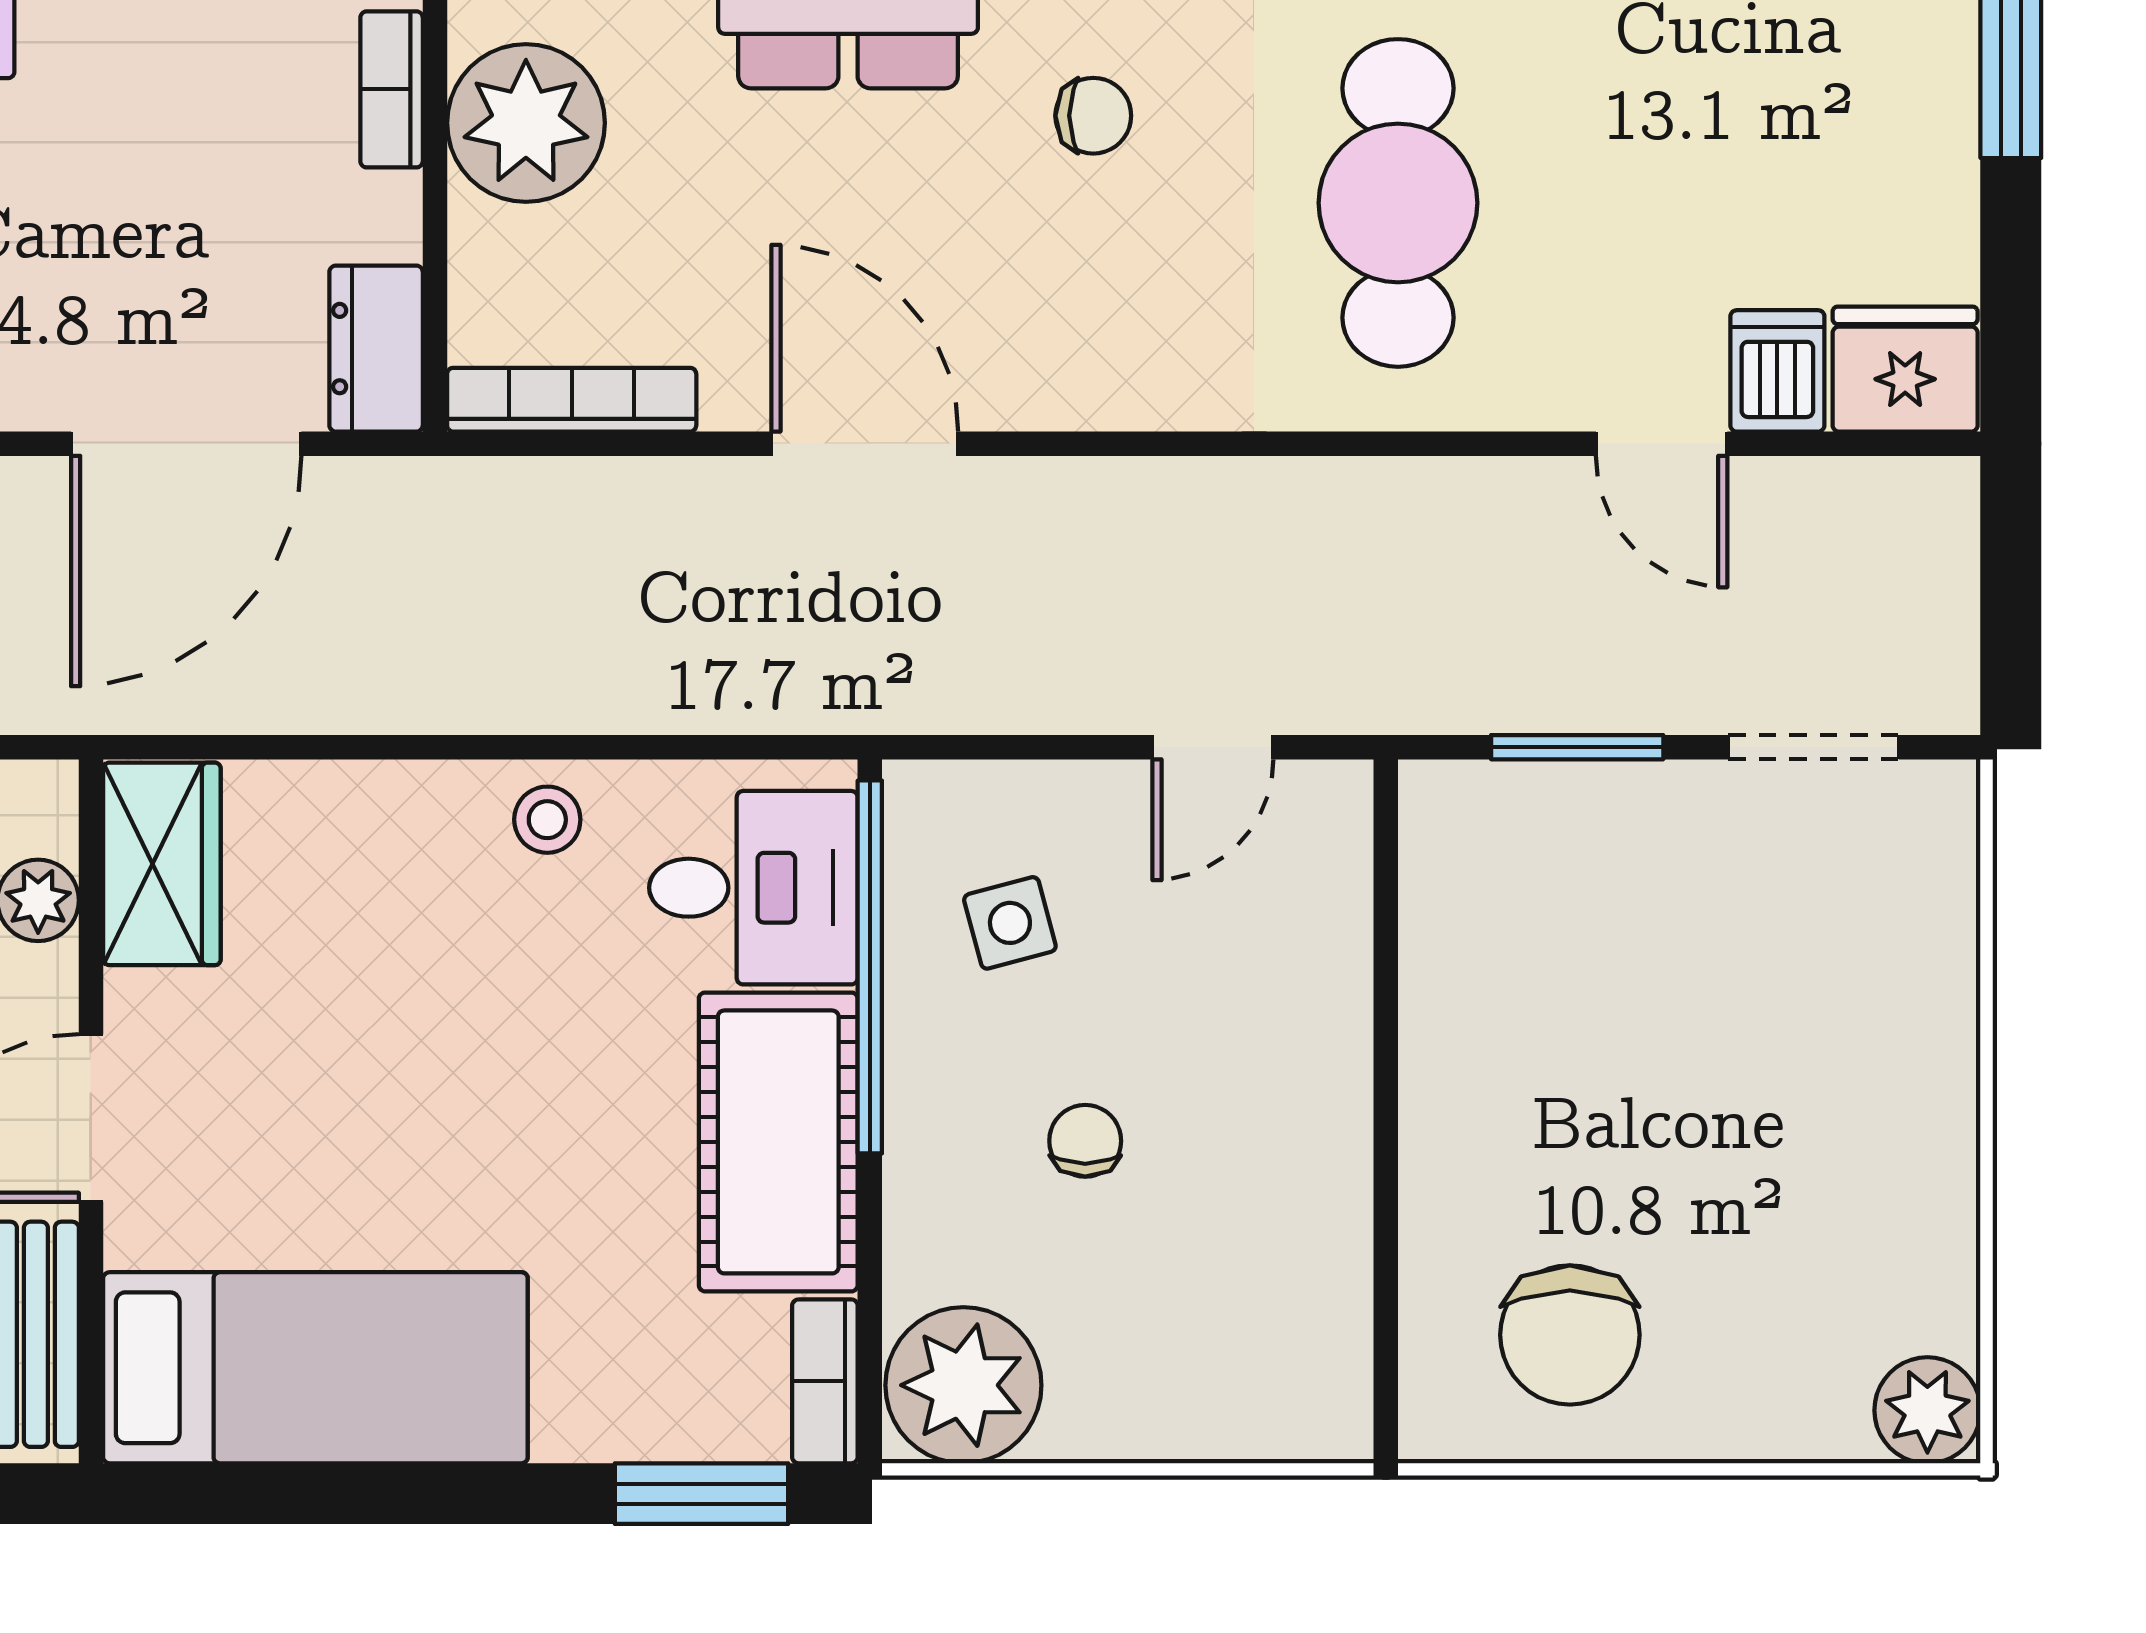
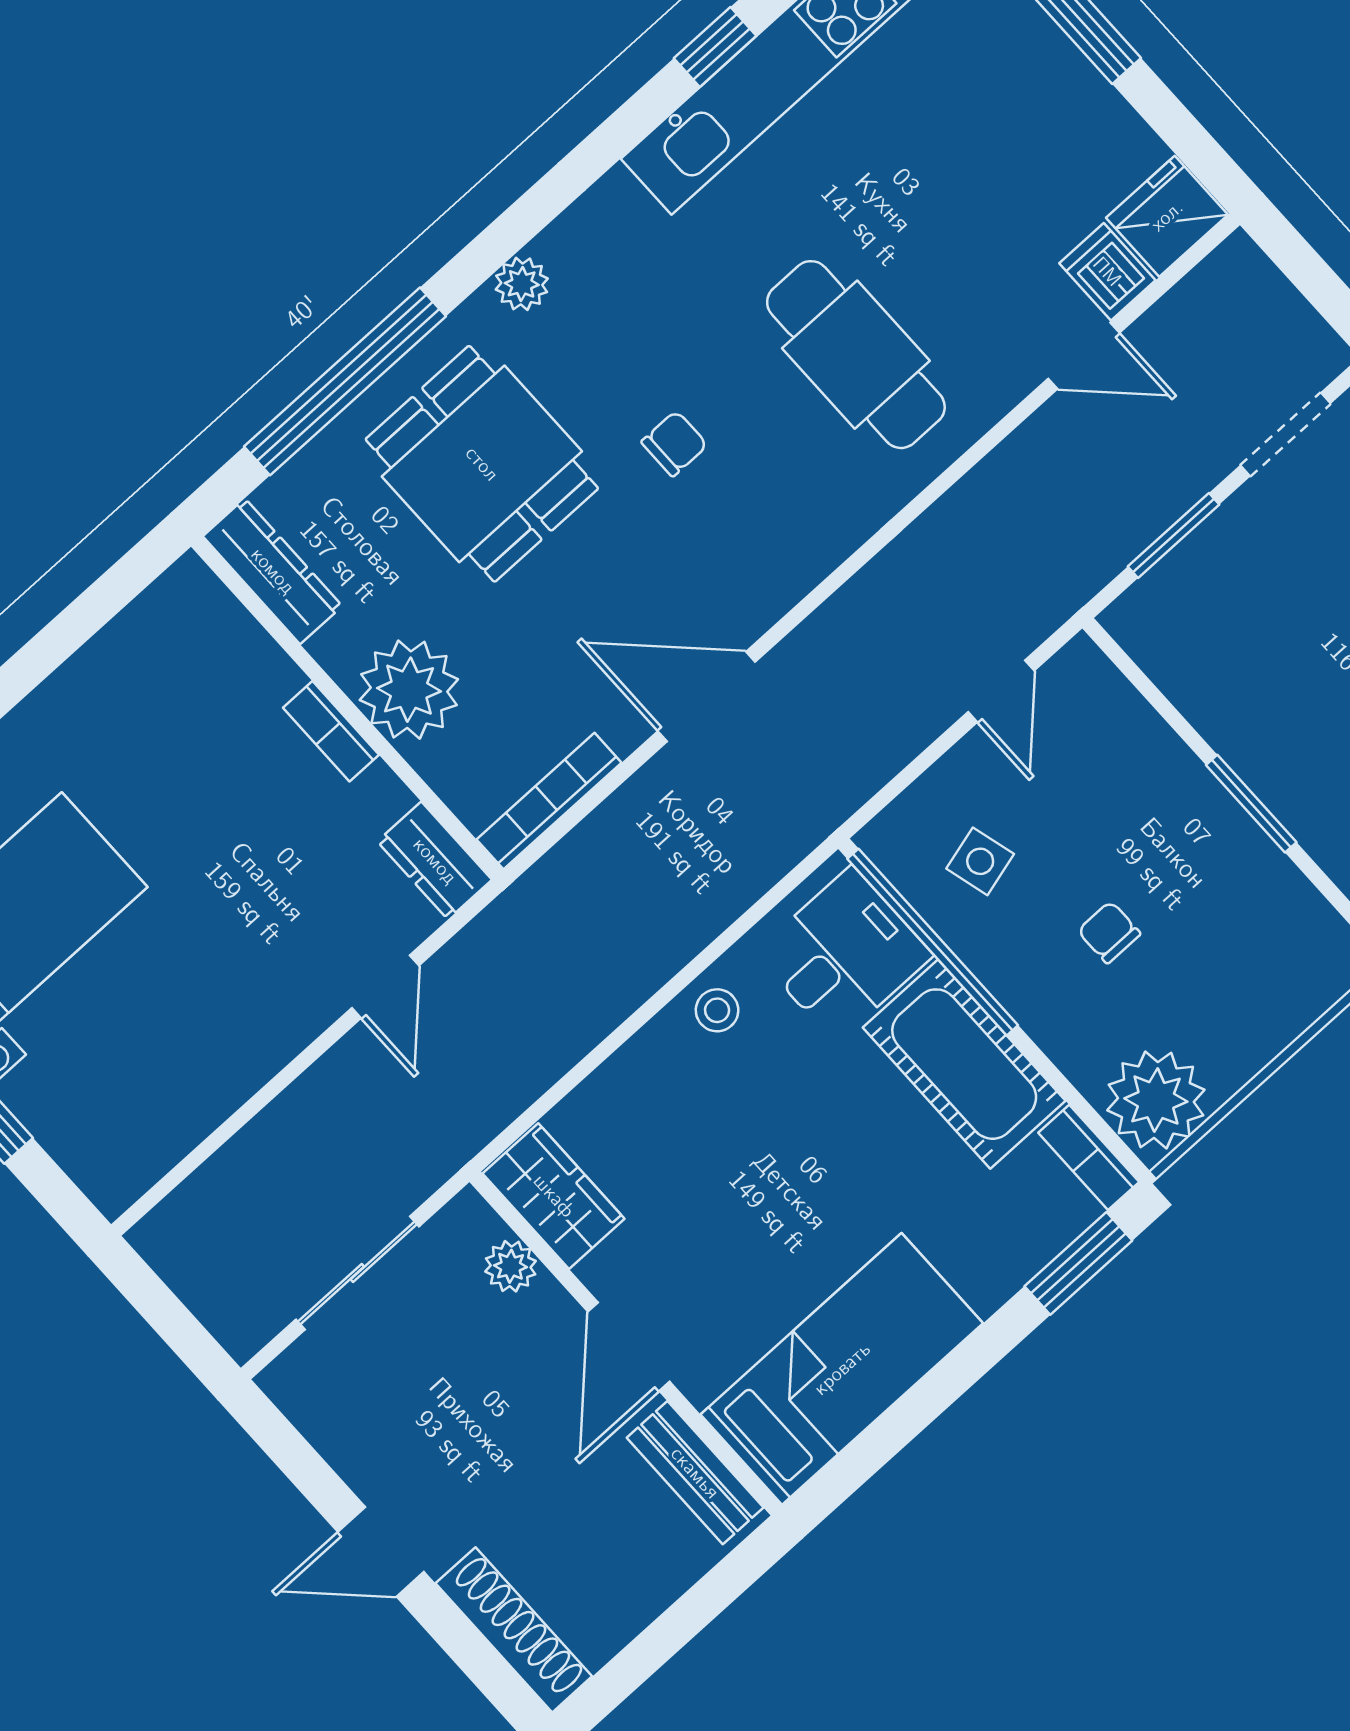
door: (186, 444) -> (385, 987), width x0.53
window: (1386, 1141) -> (1251, 804), added

